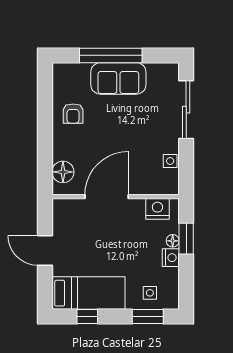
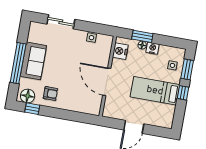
window: (45, 90) -> (32, 109), added
sliding door: (186, 110) -> (61, 22), width x0.73
floor lamp: (63, 172) -> (28, 96), moved
bed: (88, 293) -> (155, 91), moved, turned -90
window: (87, 317) -> (183, 93), moved

